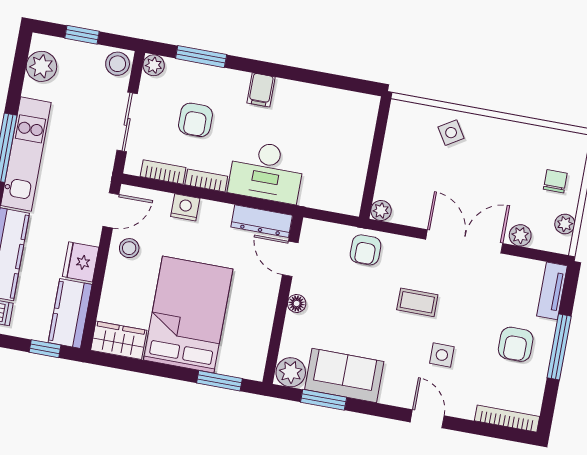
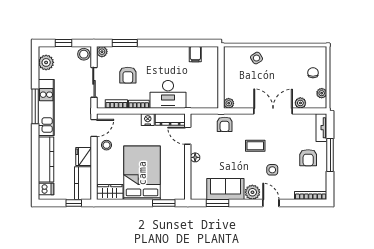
filing cabinet: (261, 90) -> (195, 54), moved
nightstand: (185, 207) -> (148, 120), moved
plant: (291, 372) -> (252, 192), moved

